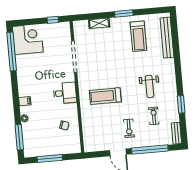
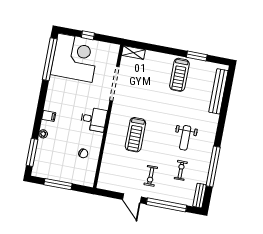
window: (124, 13) -> (197, 56), moved
window: (53, 20) -> (88, 35), moved
shelving: (99, 23) -> (133, 53), moved
treadmill: (138, 36) -> (179, 75), moved
corner desk: (28, 39) -> (75, 58), width x1.36, depth x1.36
treadmill: (105, 96) -> (135, 135), turned -90
window: (181, 104) -> (213, 166), width x2.11

